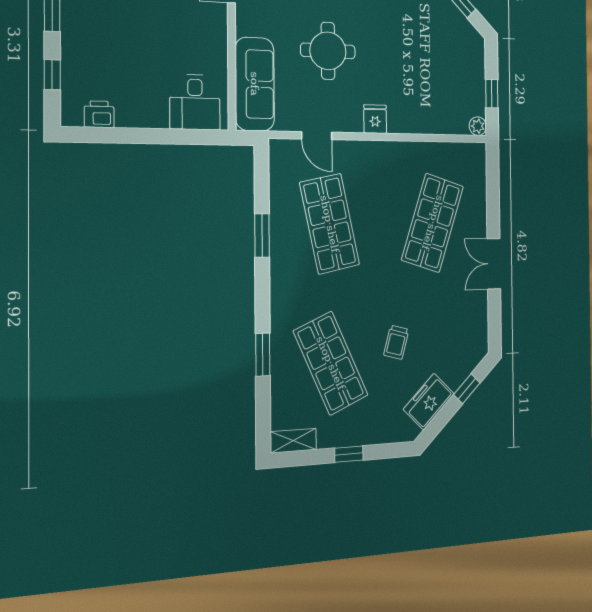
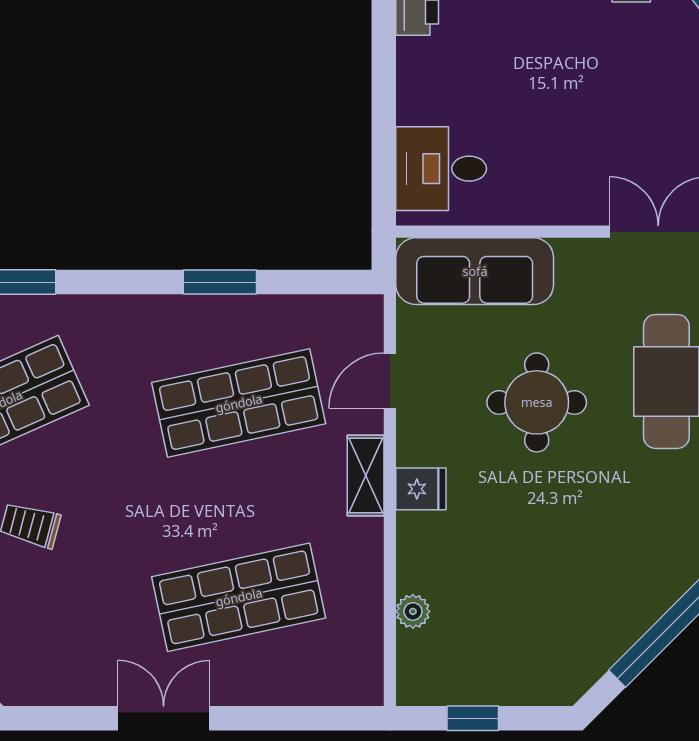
plant: (478, 126) -> (413, 611), moved
shelving: (368, 151) -> (366, 476), added
shop shelf: (433, 223) -> (239, 597), turned -30

